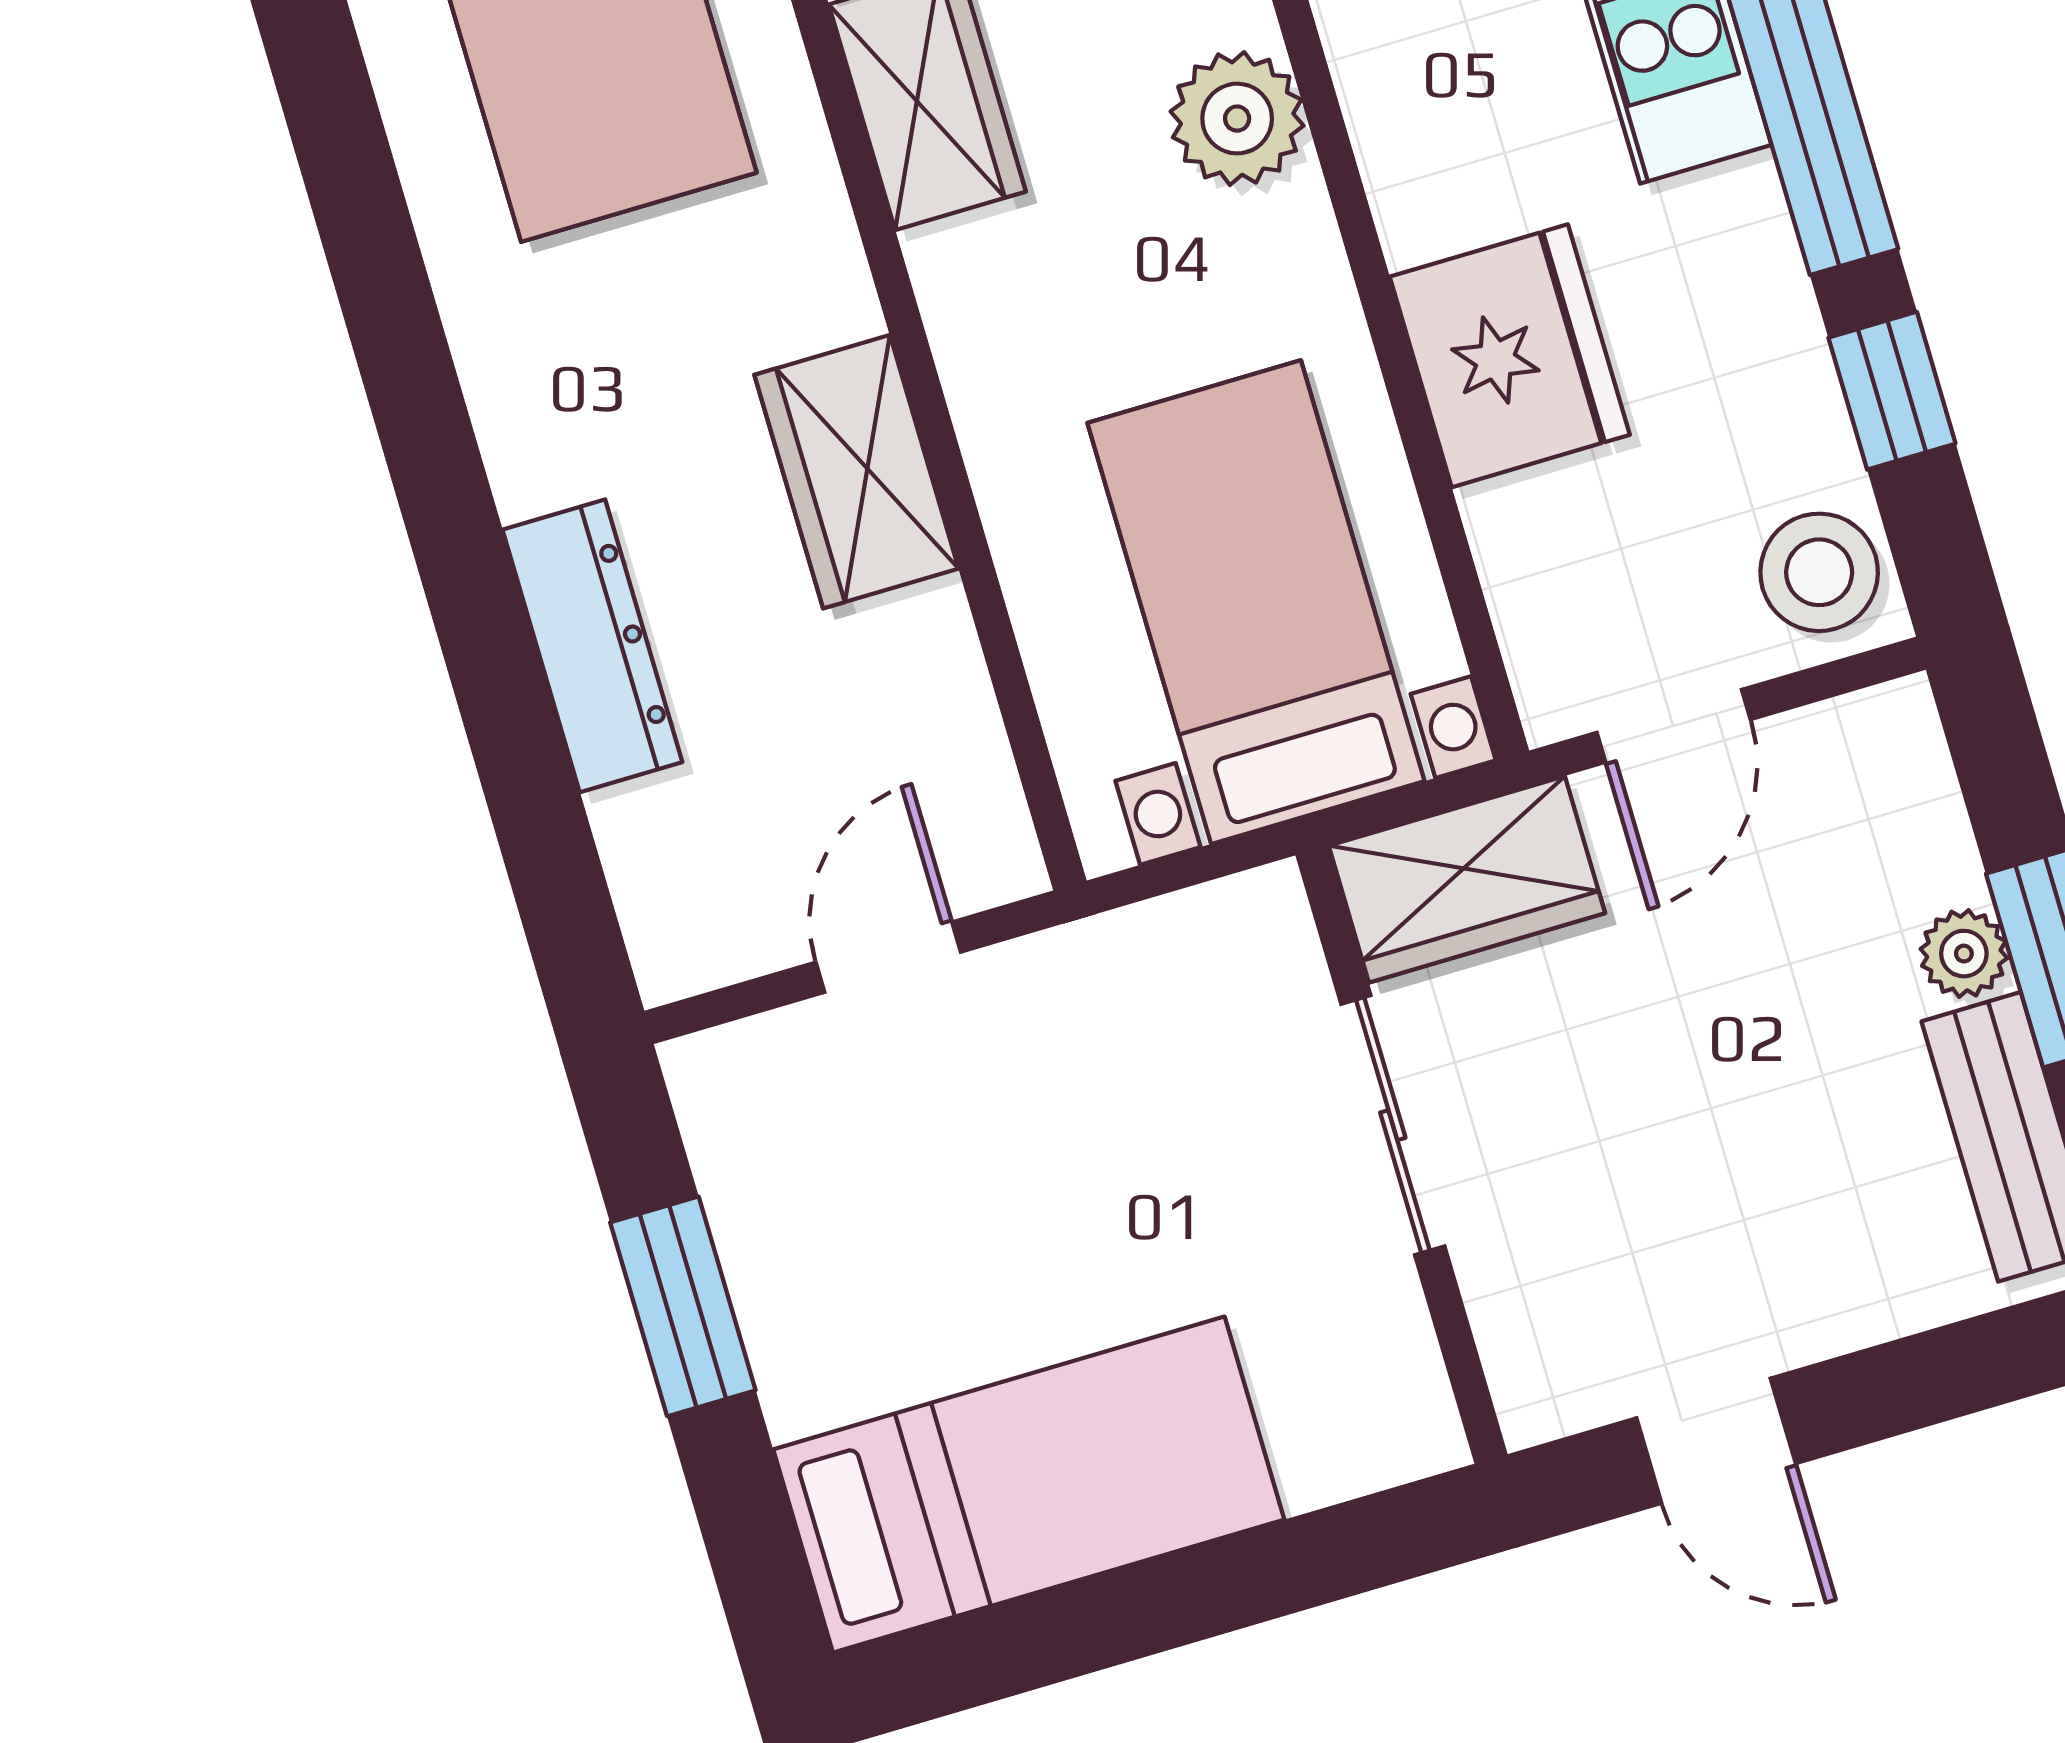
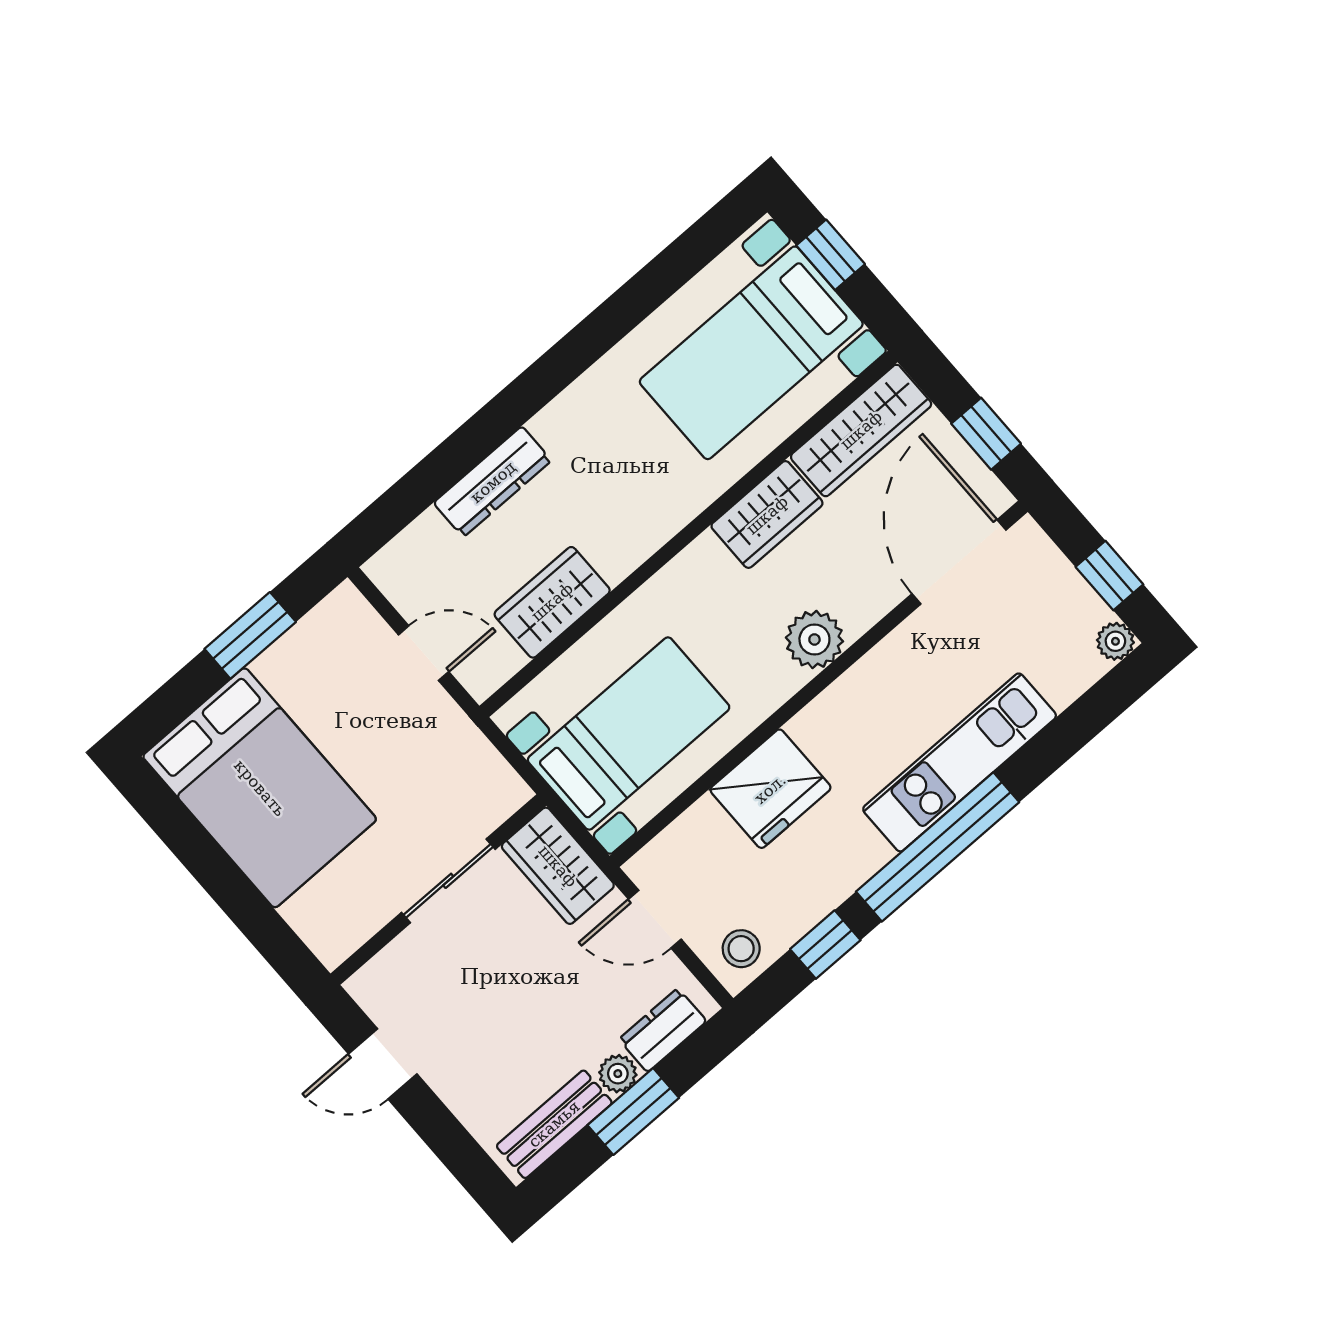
wardrobe: (856, 472) -> (552, 602), moved
stool: (1819, 572) -> (741, 949), width x0.73, depth x0.73
dresser: (1915, 817) -> (663, 1030), added
door: (1716, 1441) -> (383, 1064), hinge flipped
bed: (1029, 1485) -> (260, 788), width x1.50

